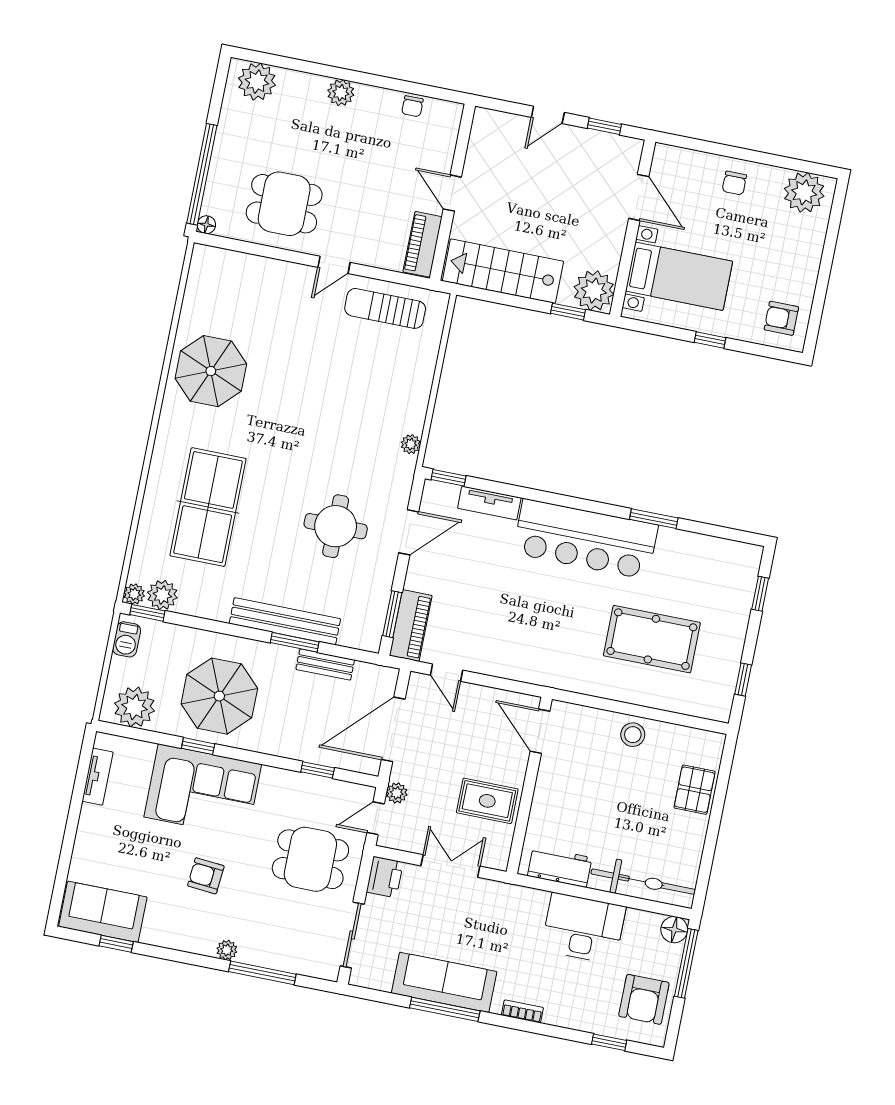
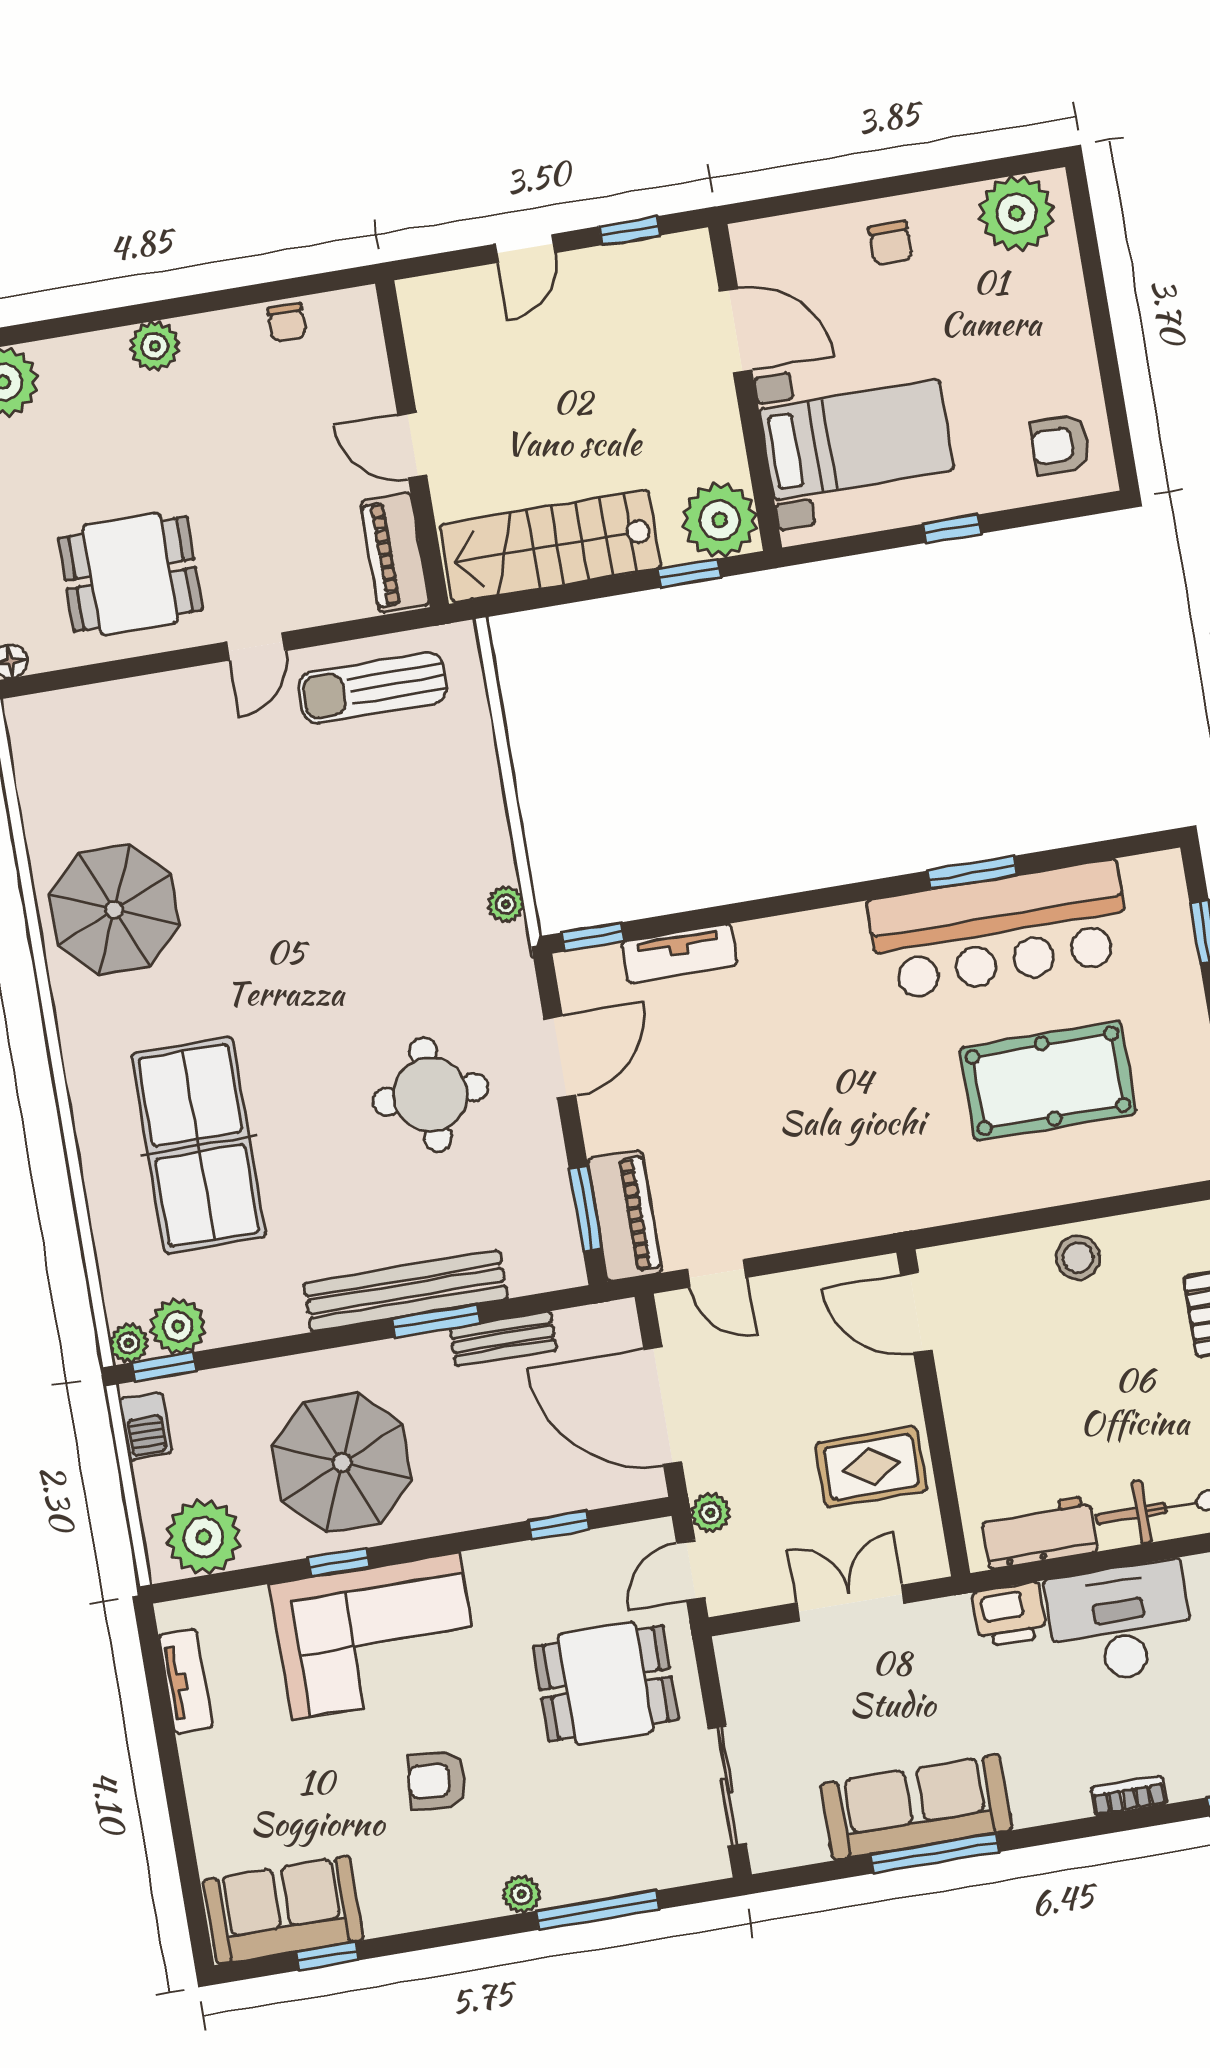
bar counter: (585, 539) -> (999, 930), moved
door: (393, 729) -> (663, 1406), hinge flipped
printer: (385, 877) -> (1010, 1614), moved, turned 90
bookcase: (522, 1011) -> (1129, 1796), moved

